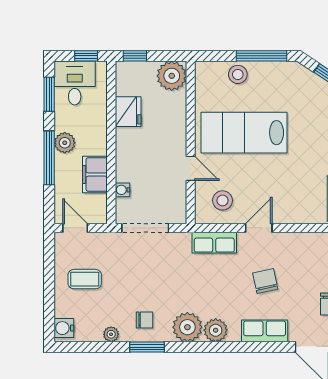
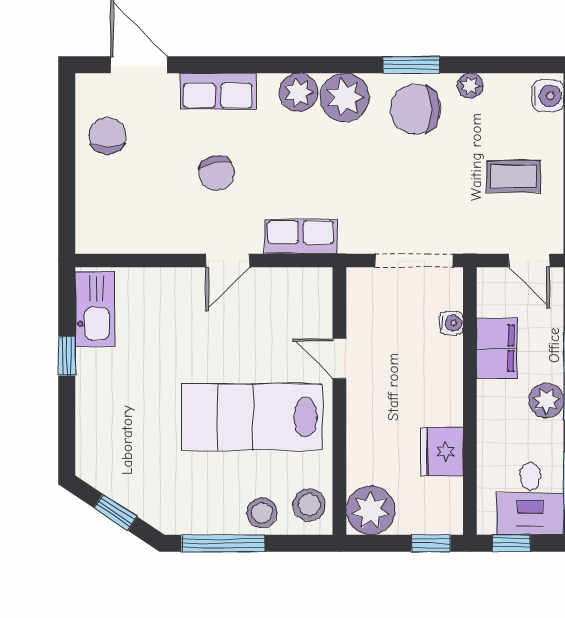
lab bench: (244, 133) -> (252, 417), turned 180
stool: (223, 200) -> (309, 505), moved
chair: (145, 320) -> (415, 109), width x1.87, depth x1.87

